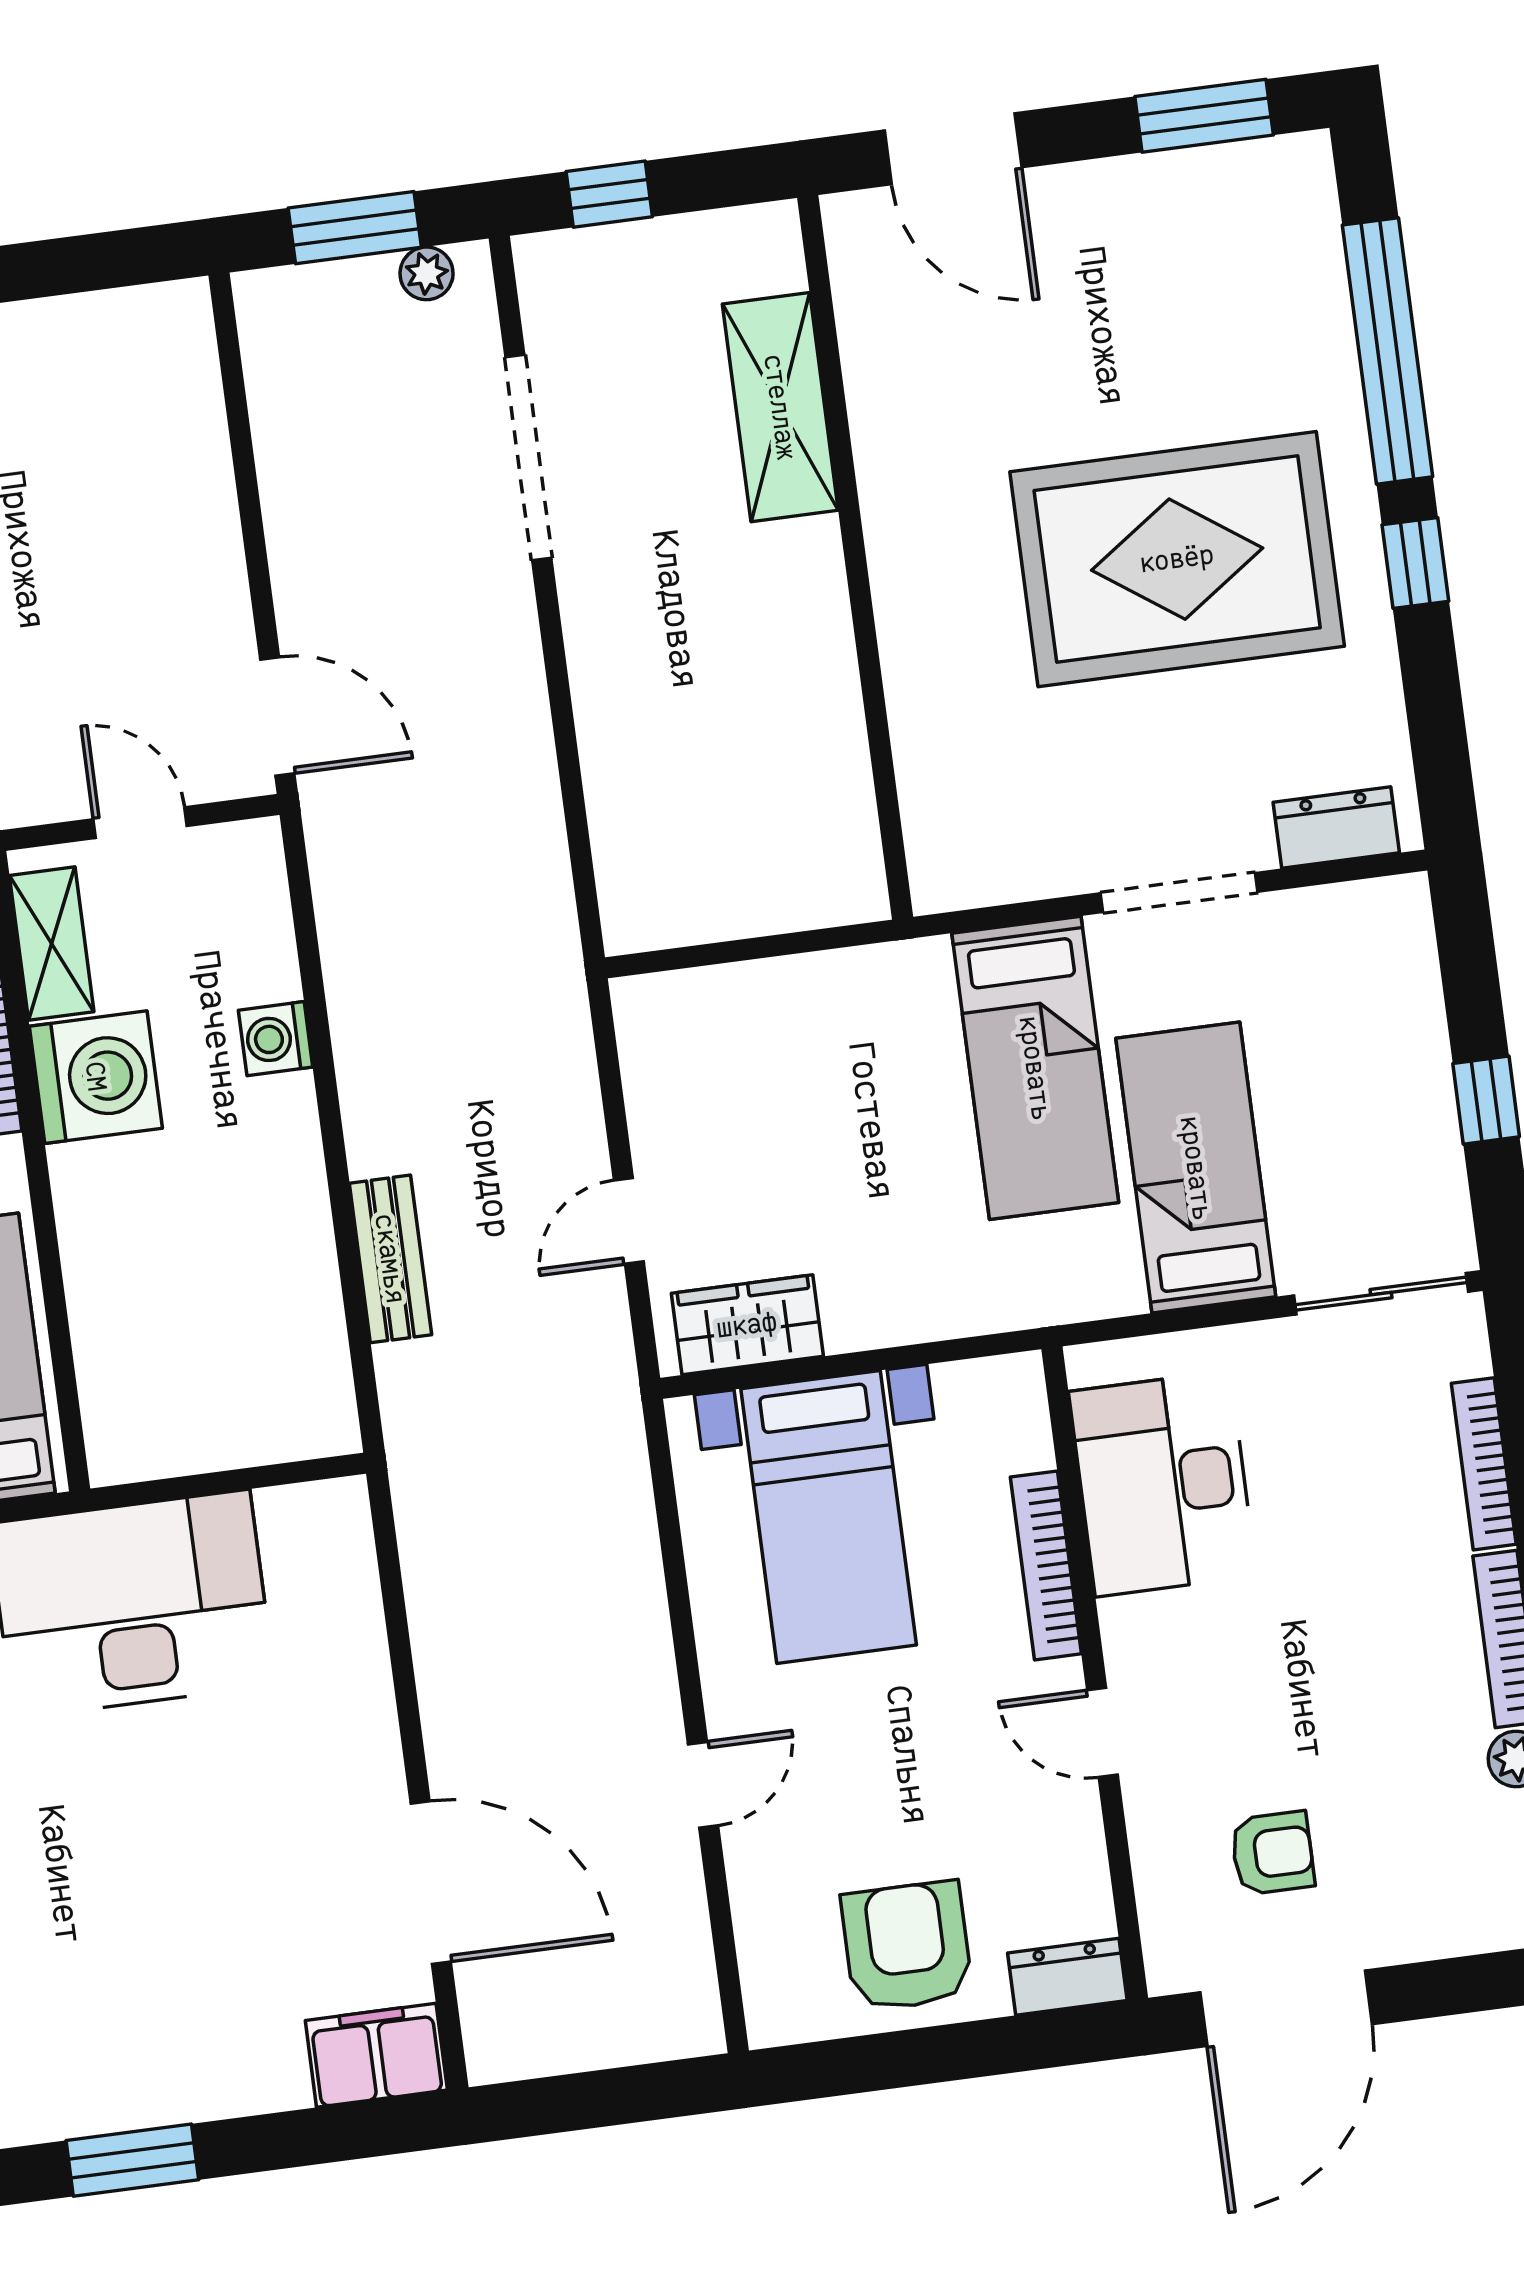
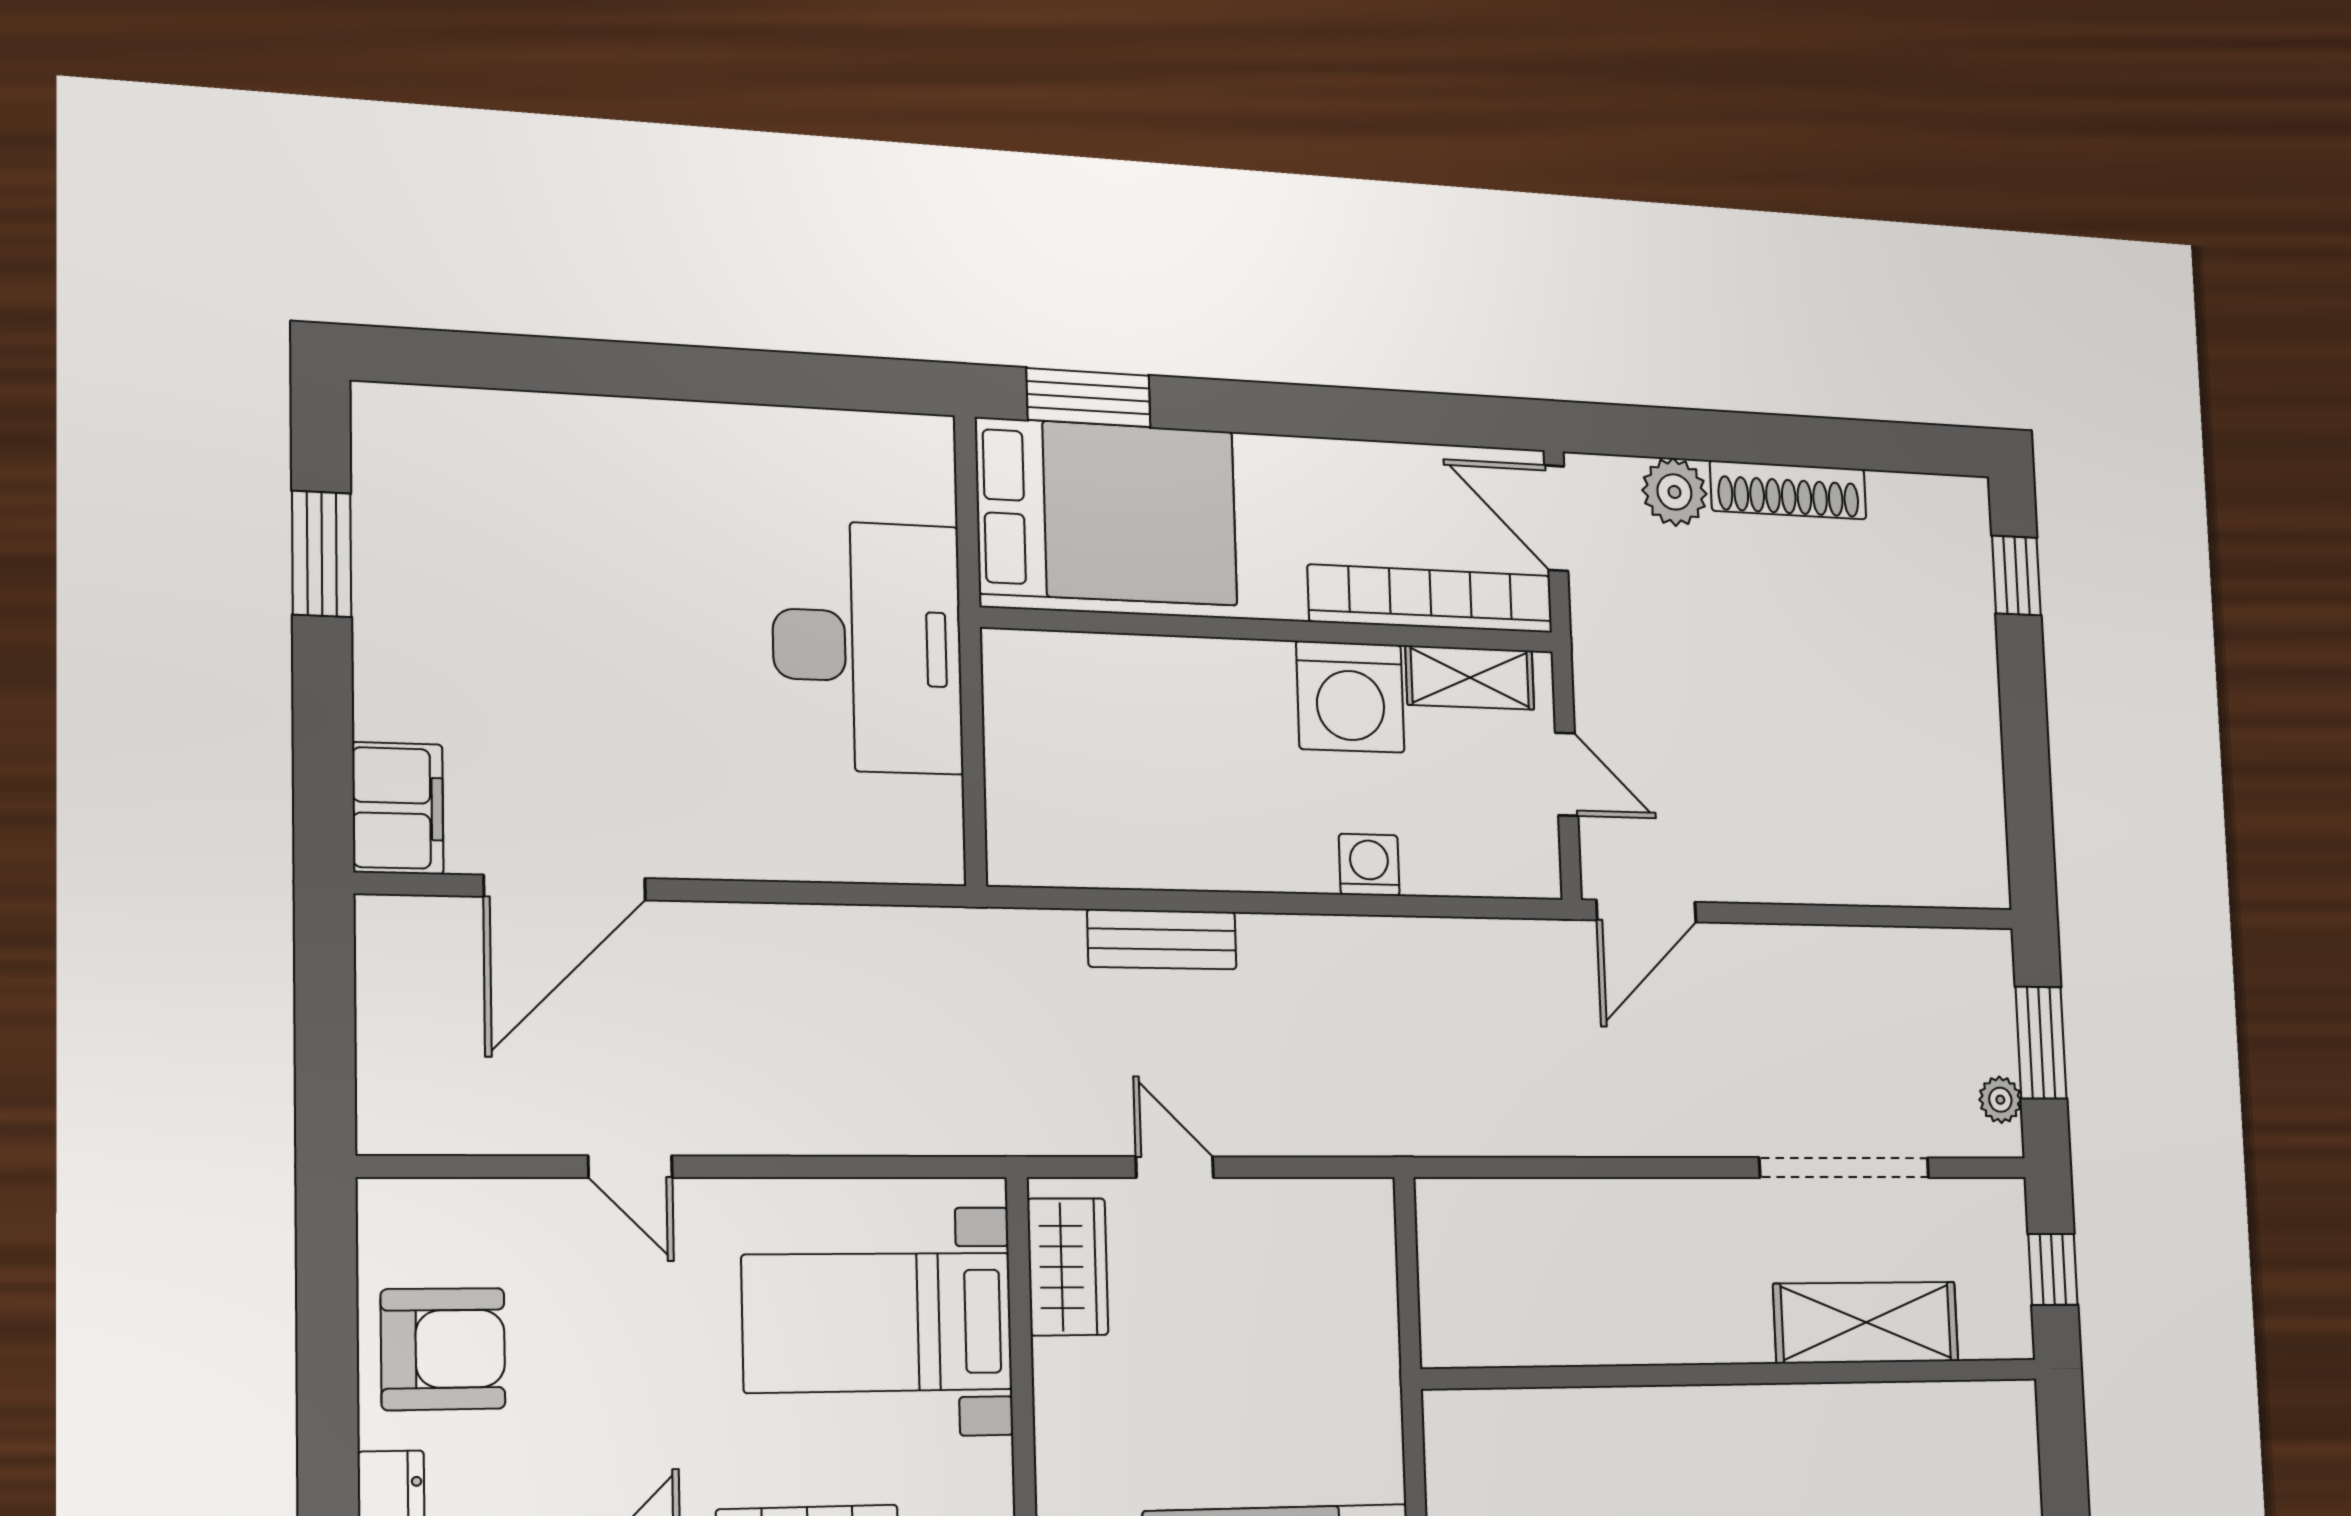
shelving: (780, 407) -> (1866, 1322), moved
wall: (855, 557) -> (1736, 1374), moved
door: (140, 823) -> (1567, 774), hinge flipped

